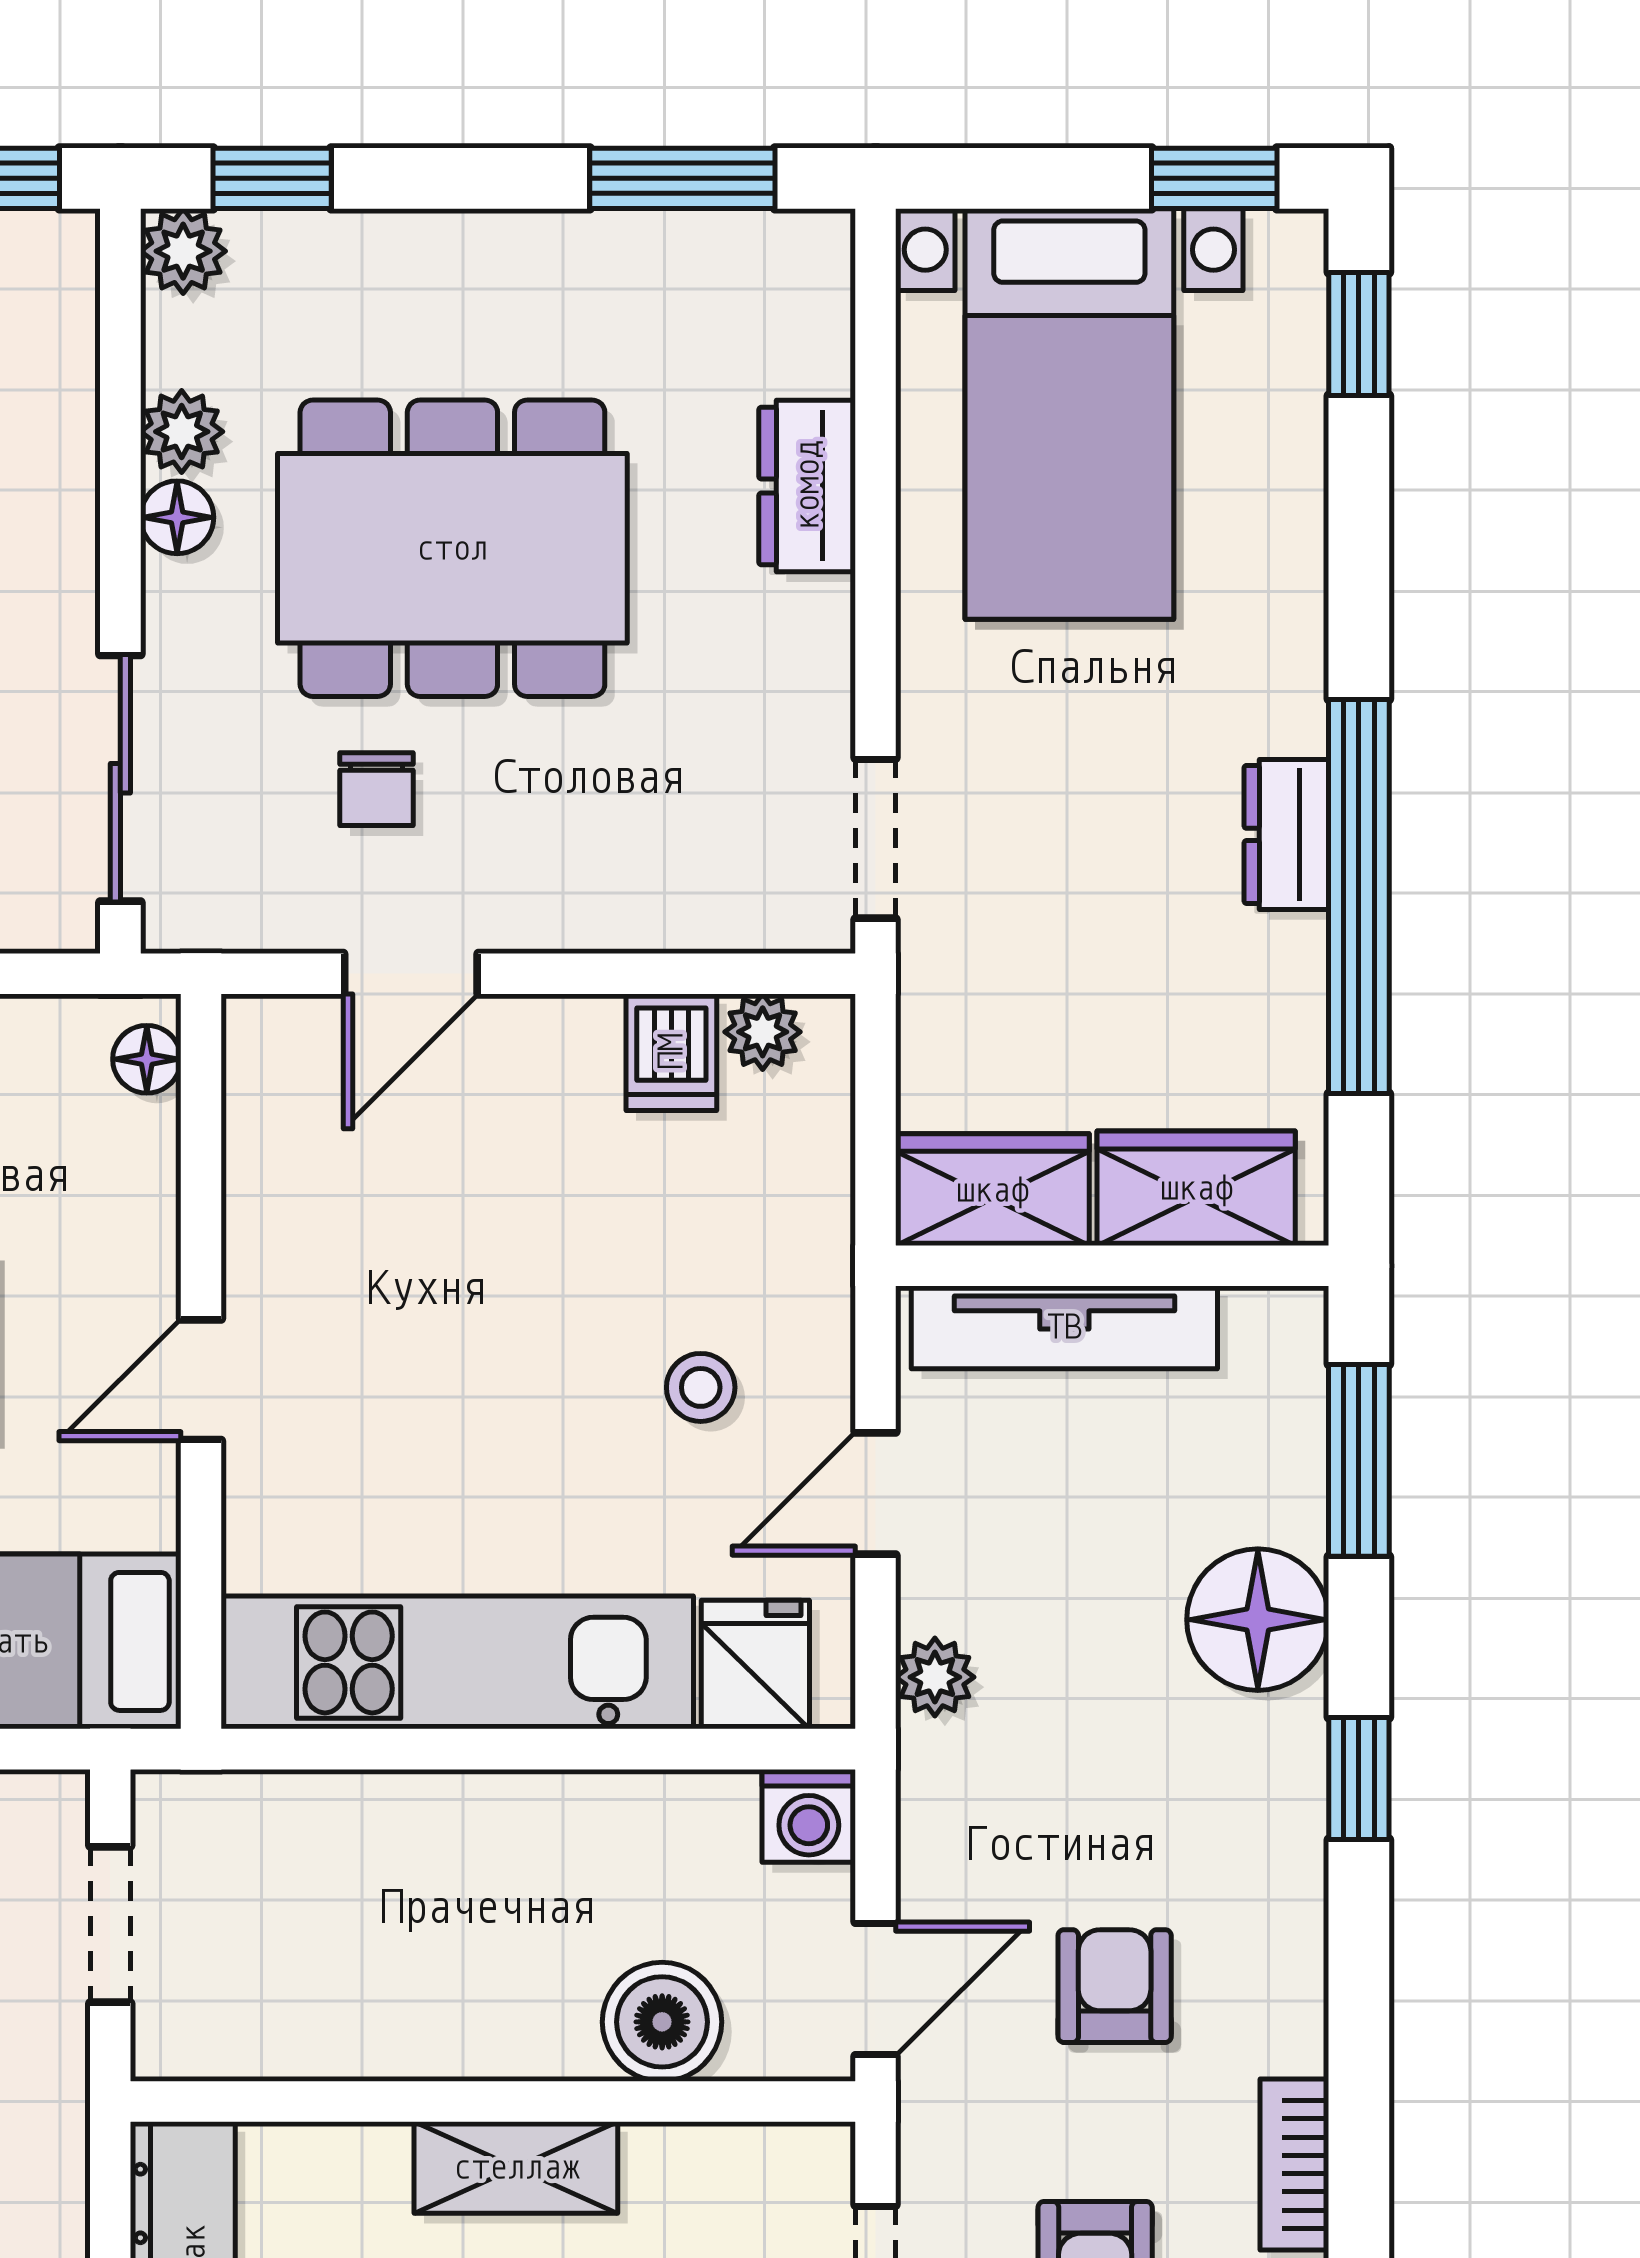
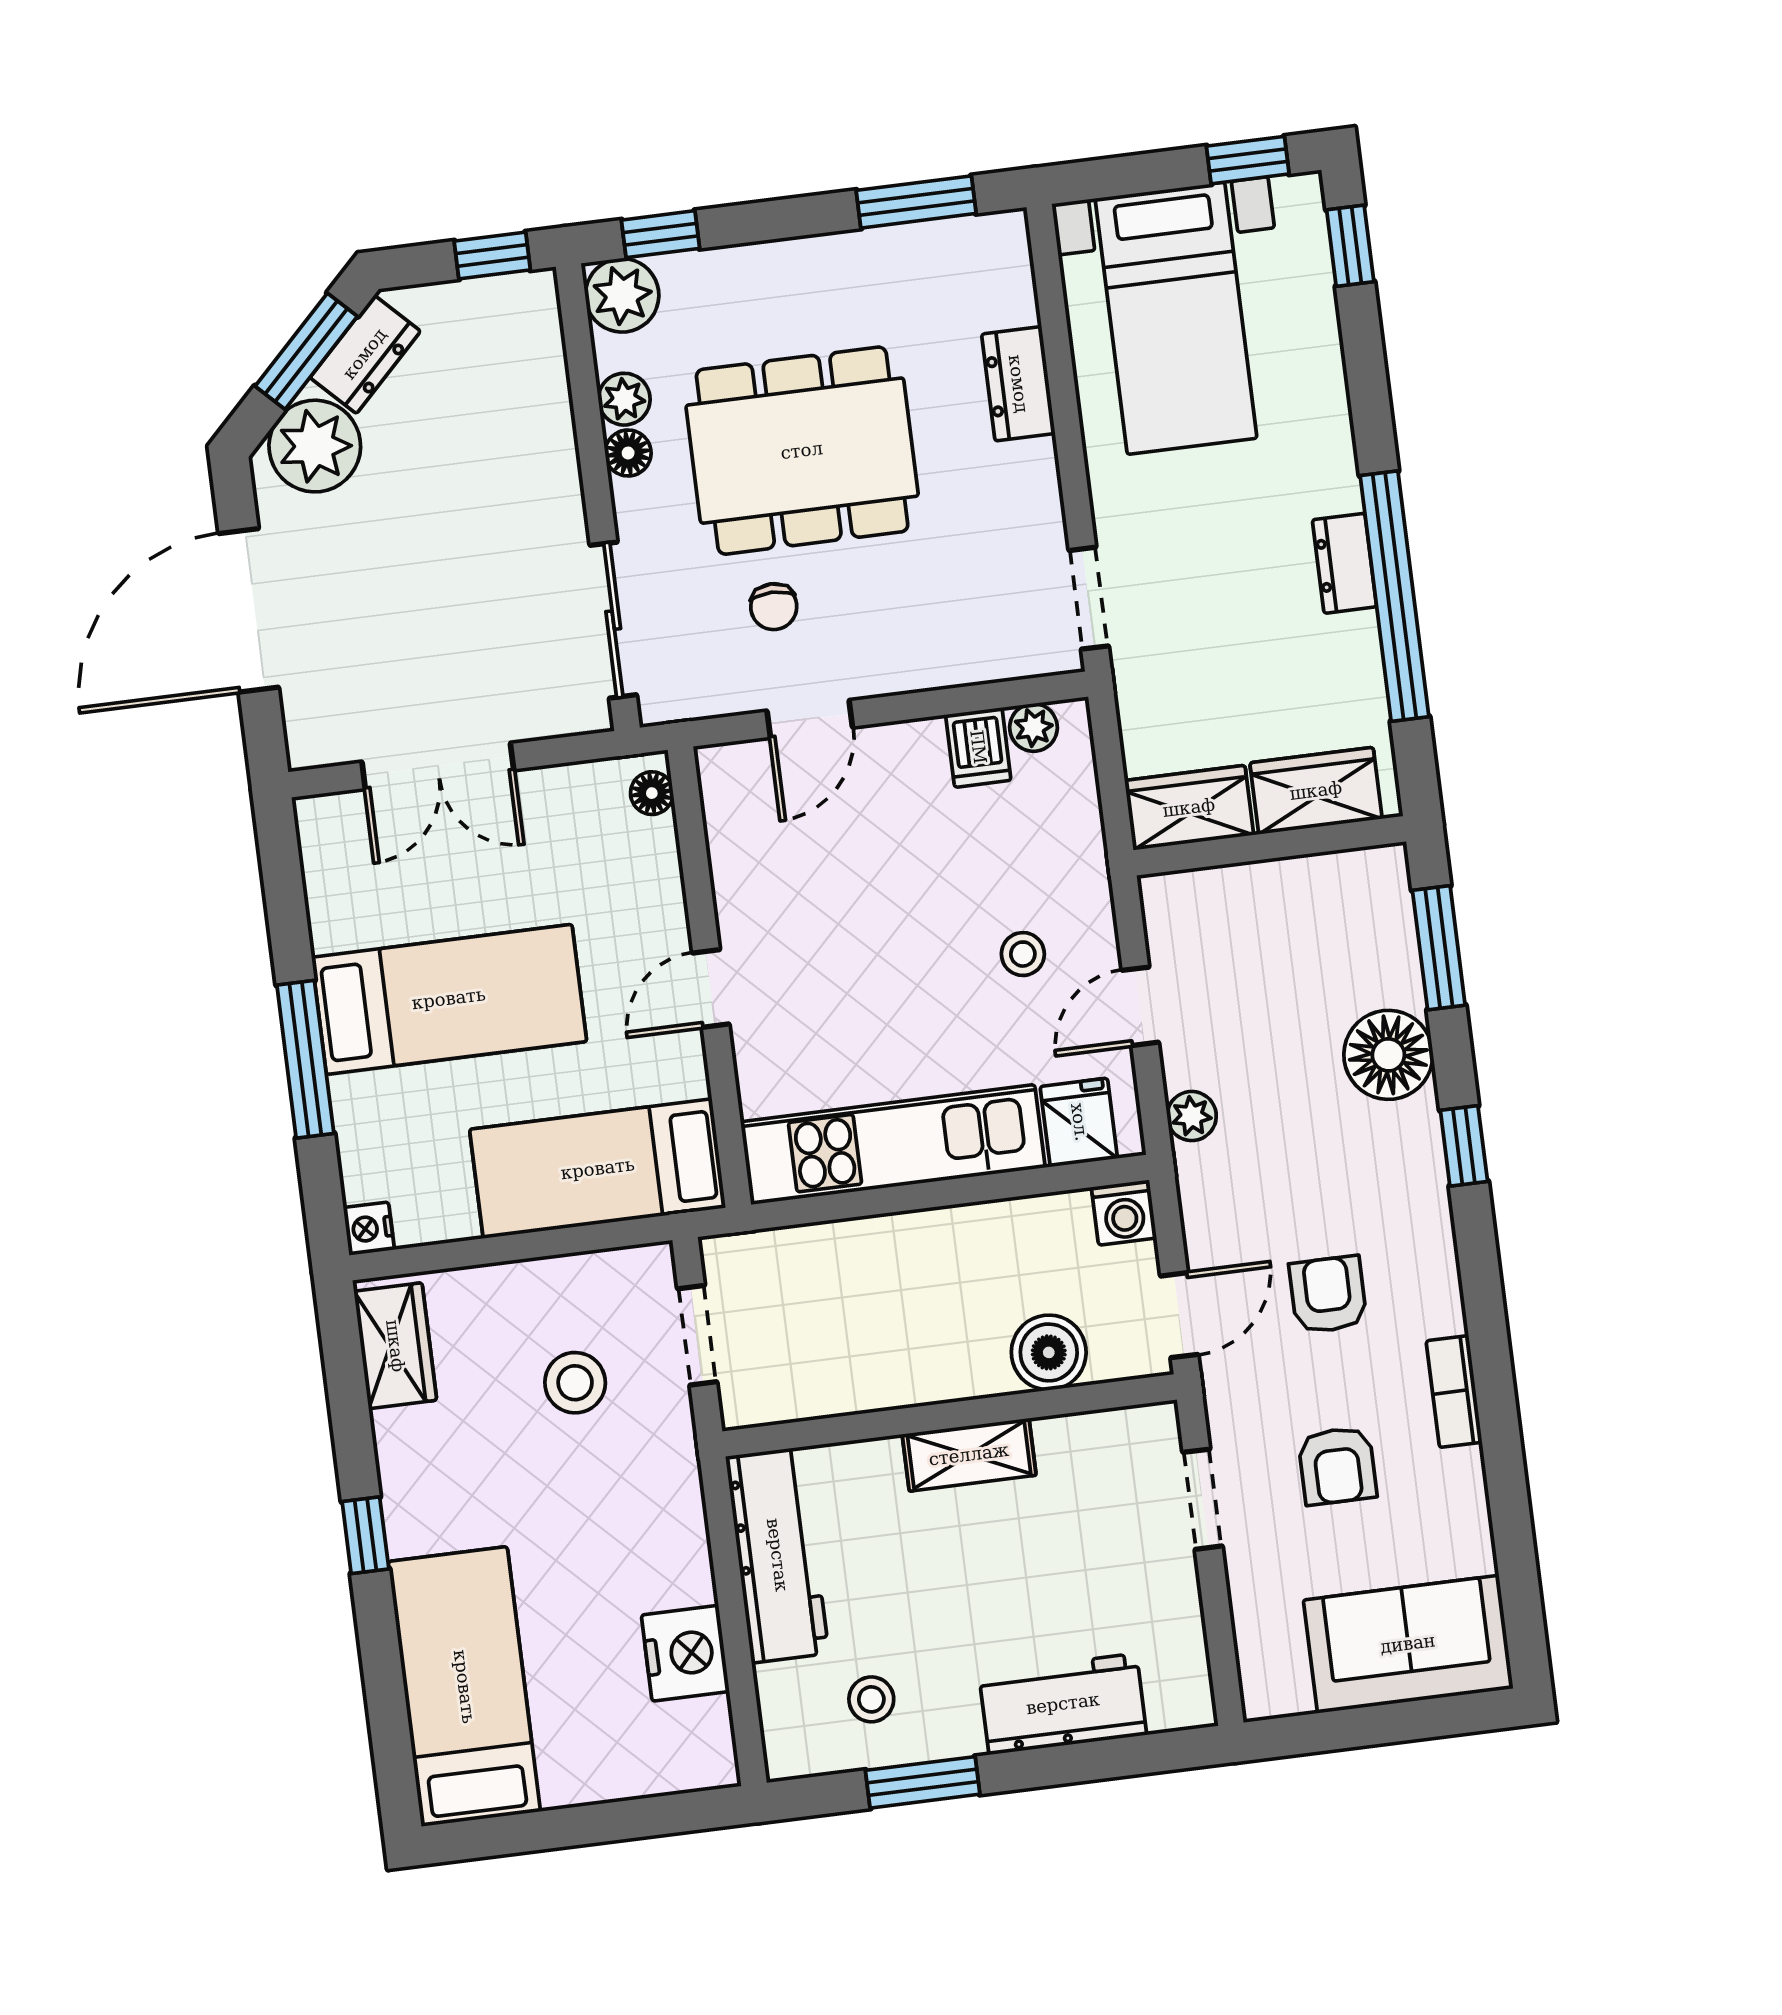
plant: (183, 251) -> (622, 295), width x1.38, depth x1.38
tv unit: (1064, 1327) -> (1245, 888), removed

